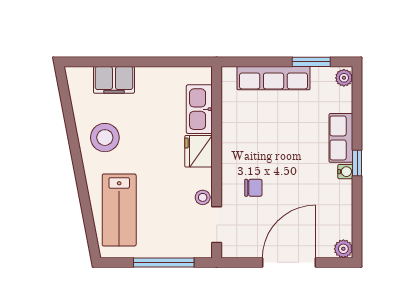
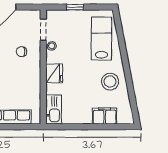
kitchen sink: (199, 109) -> (54, 109), moved
window: (164, 262) -> (75, 7), width x0.46

